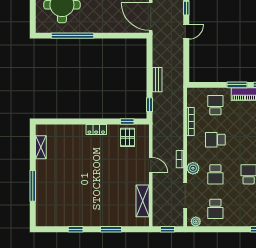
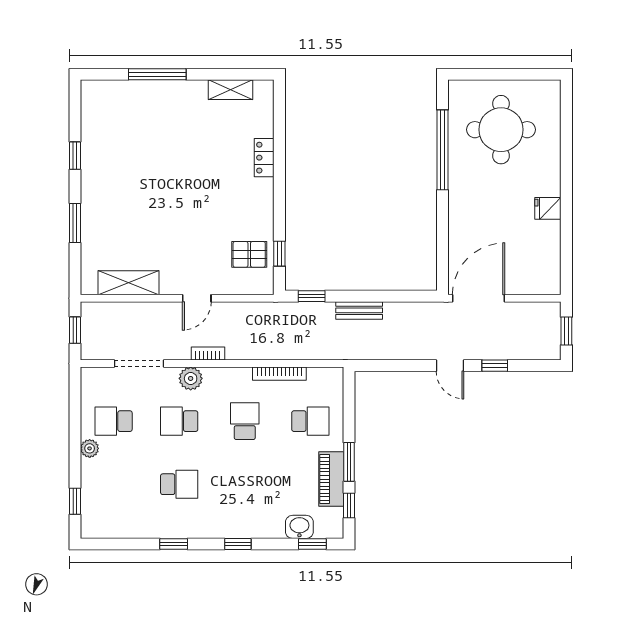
locker: (96, 130) -> (264, 158), moved
plant: (196, 221) -> (90, 448), moved

